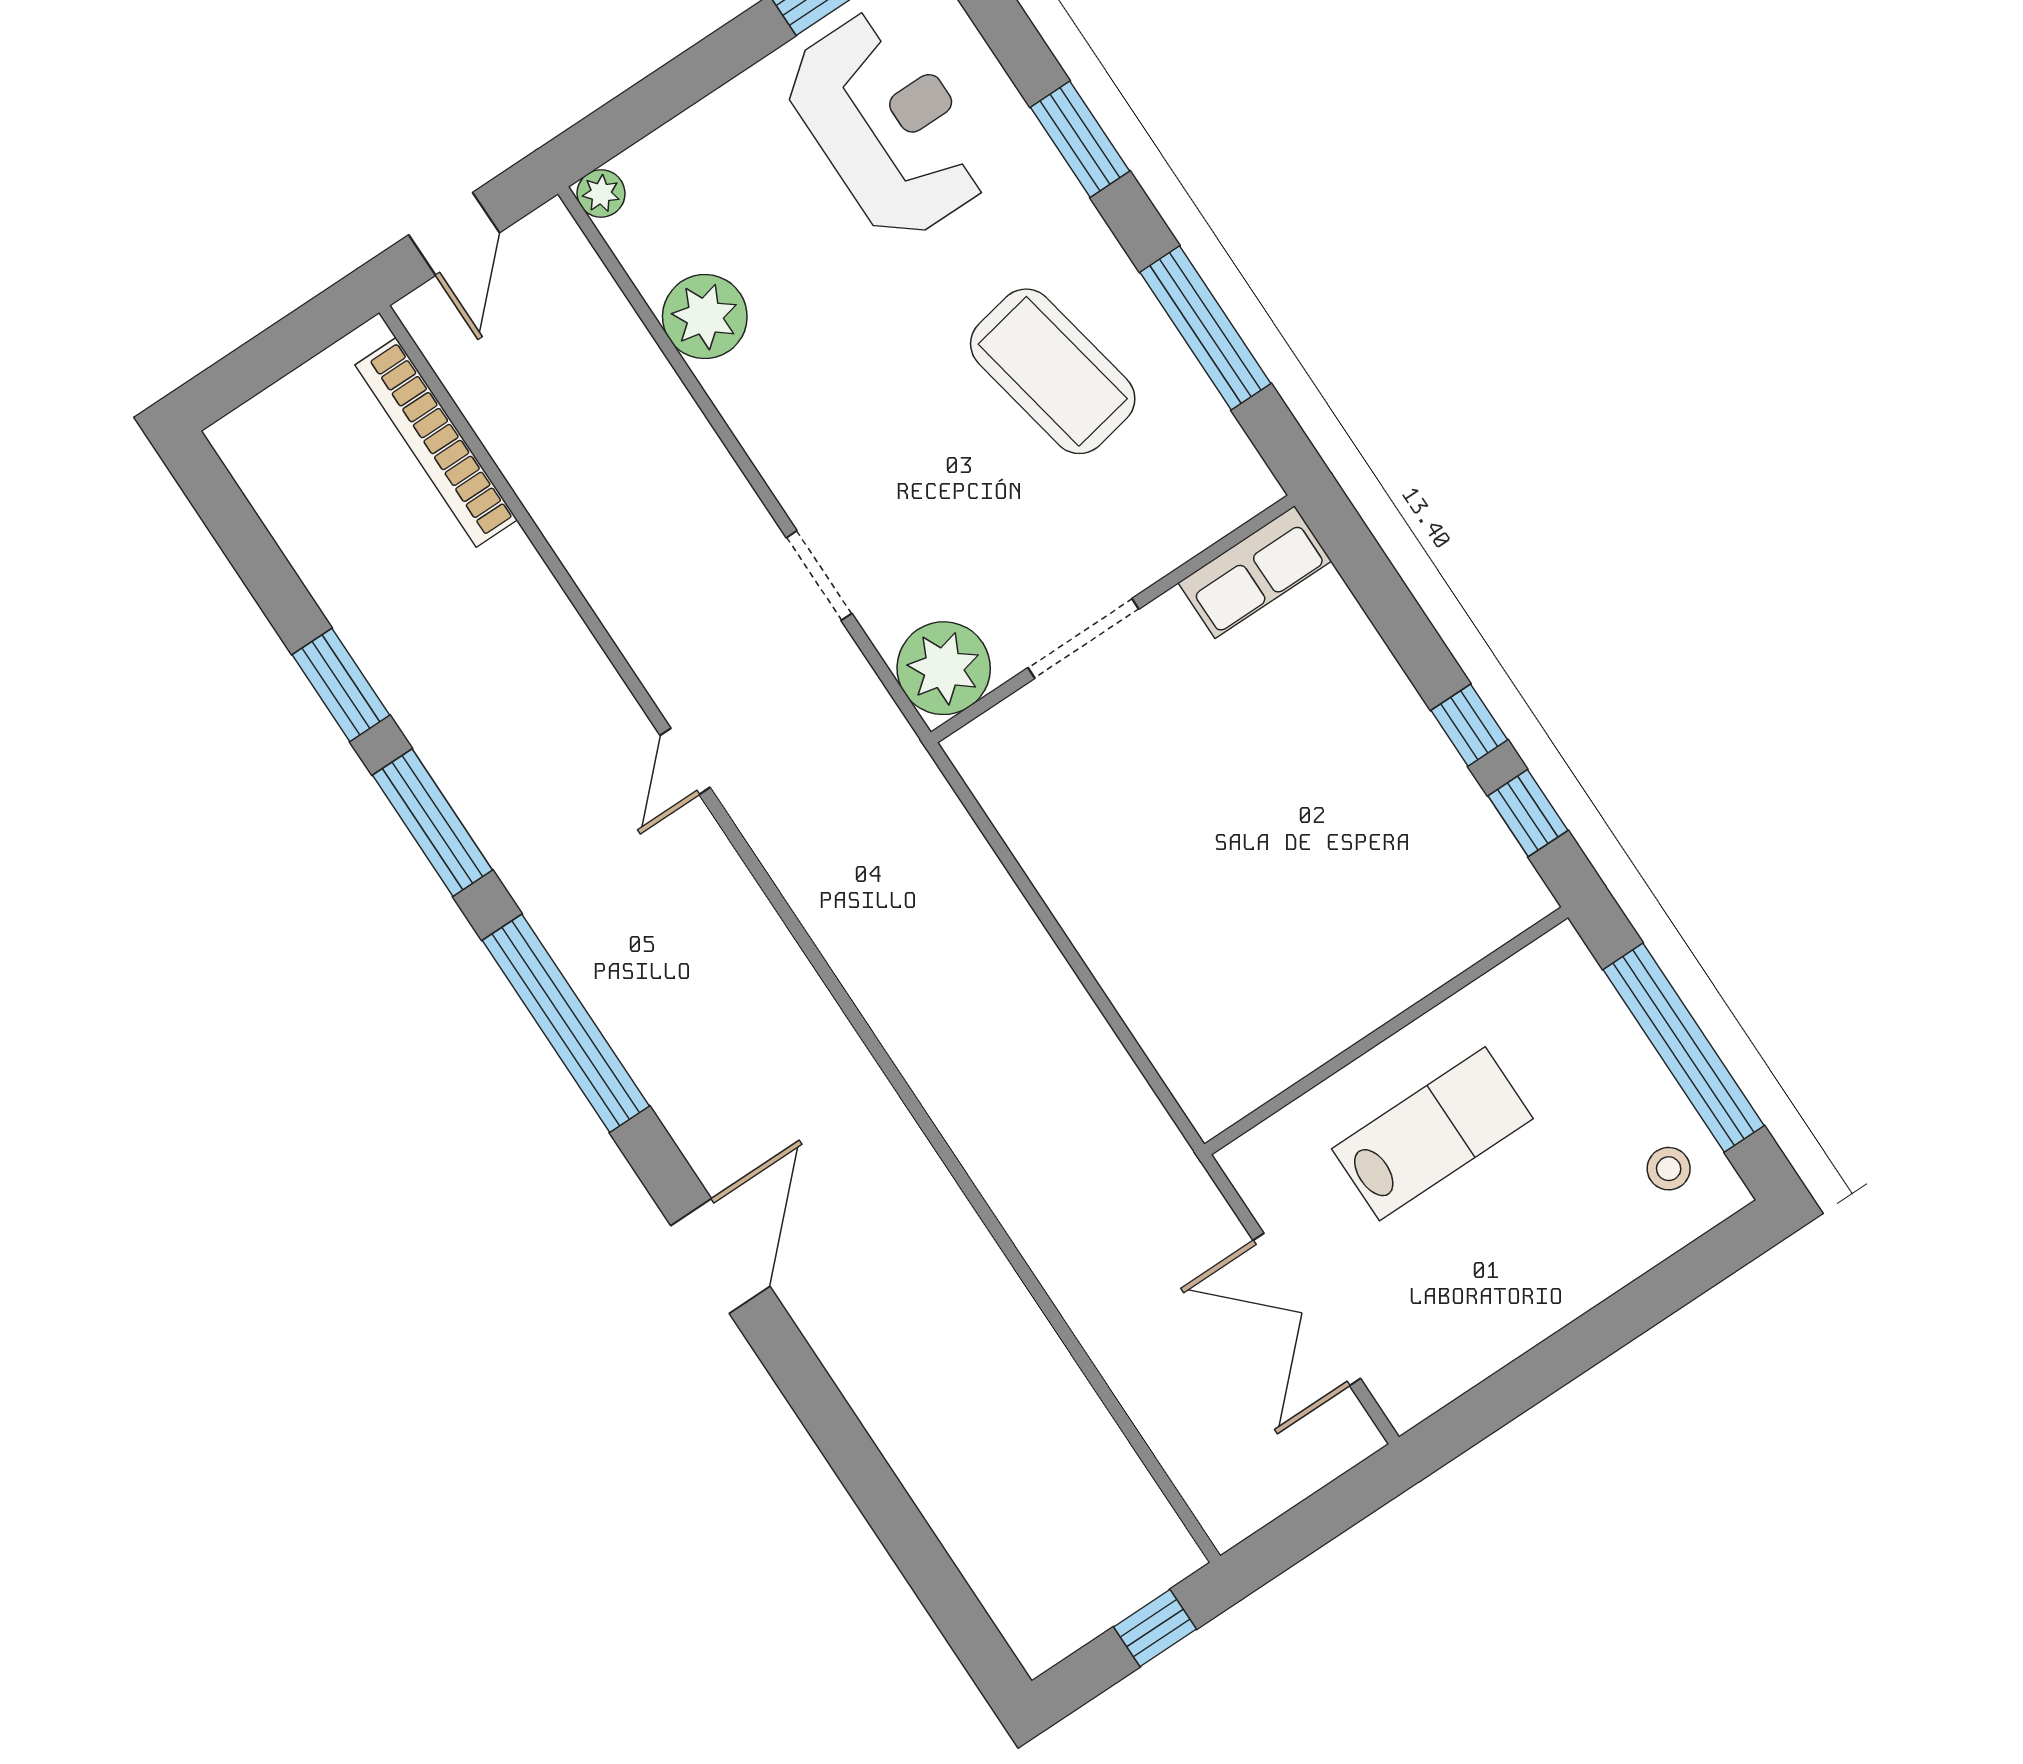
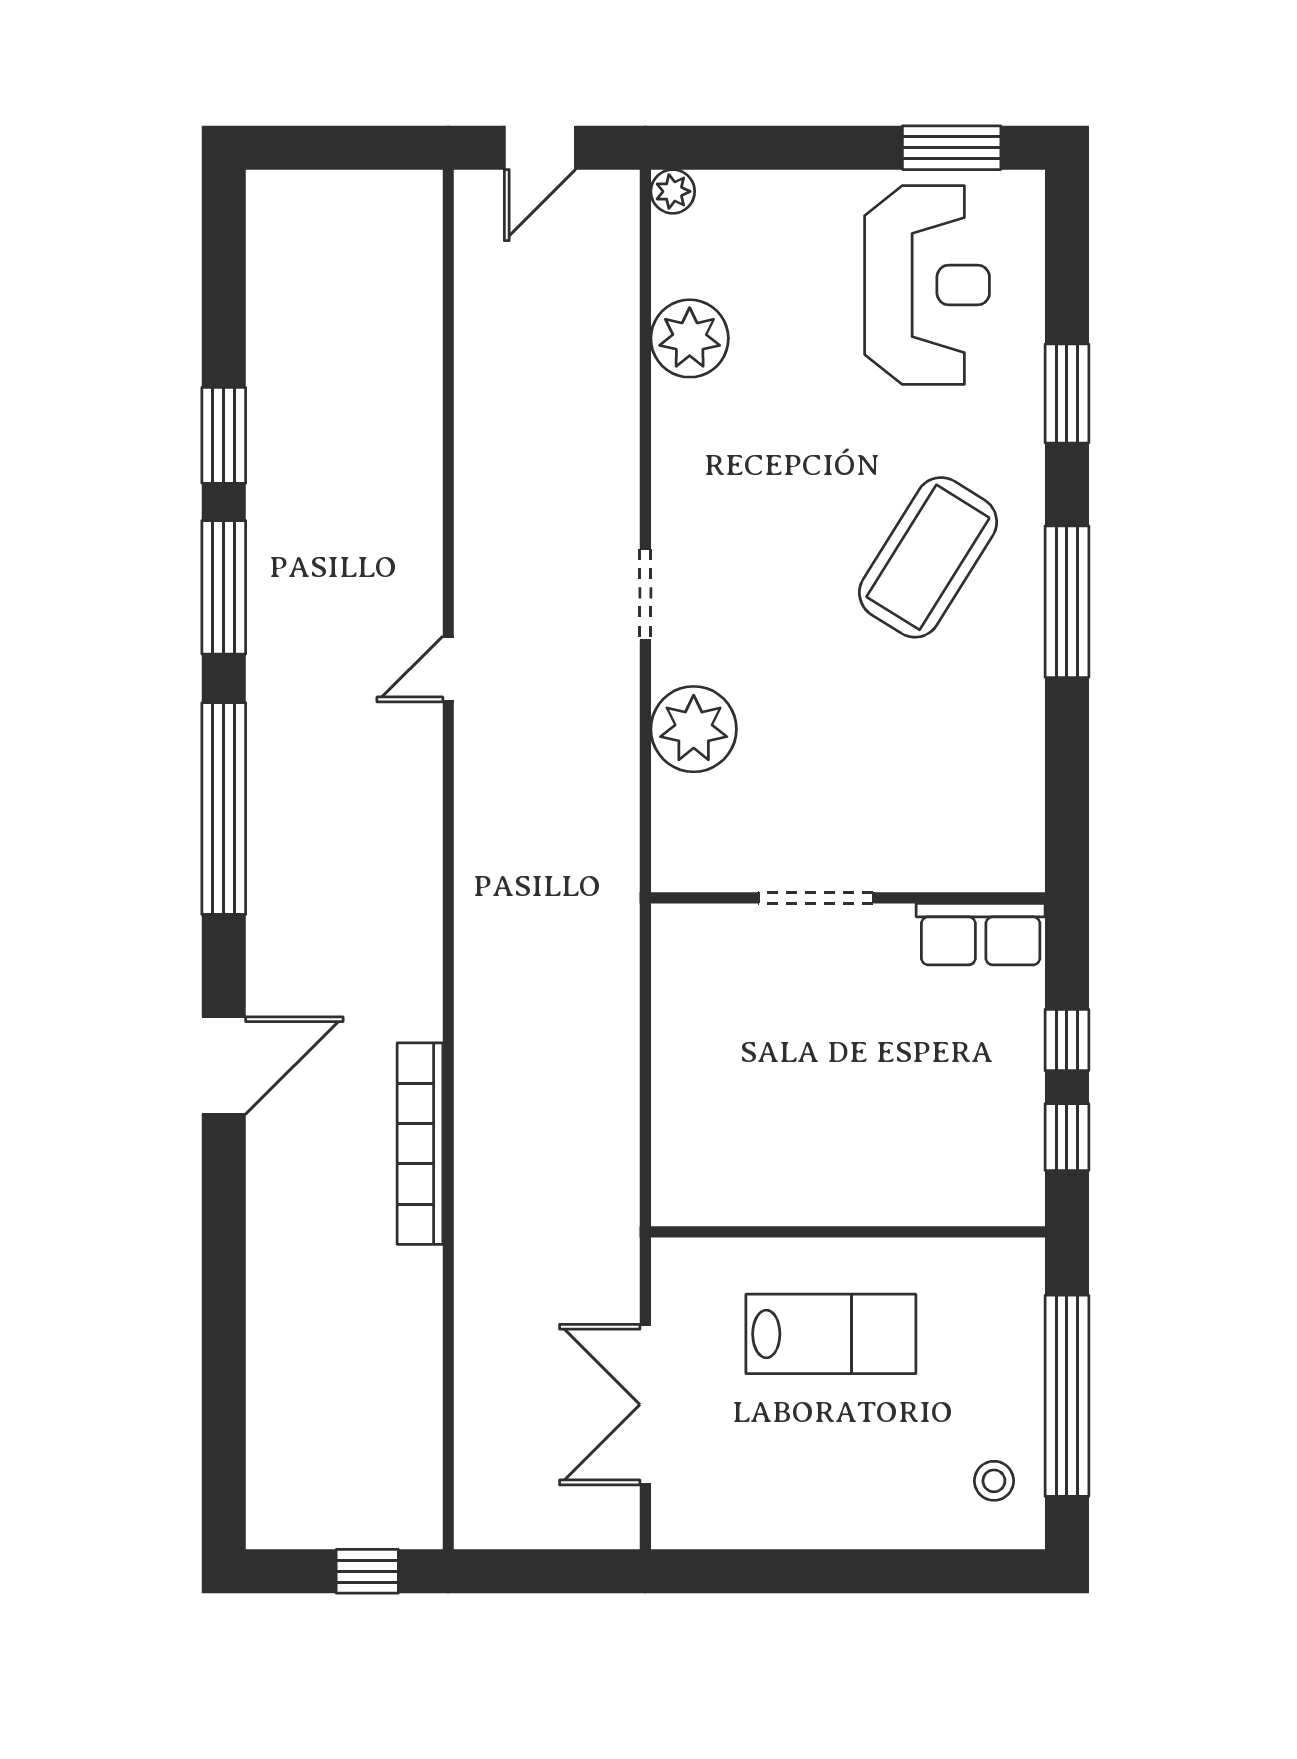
coffee table: (1053, 371) -> (928, 557), turned 43
bookcase: (436, 442) -> (420, 1144), moved
row of seats: (1255, 572) -> (981, 934), moved
wall: (1113, 619) -> (848, 898), moved
doorway: (1083, 638) -> (816, 898), moved

